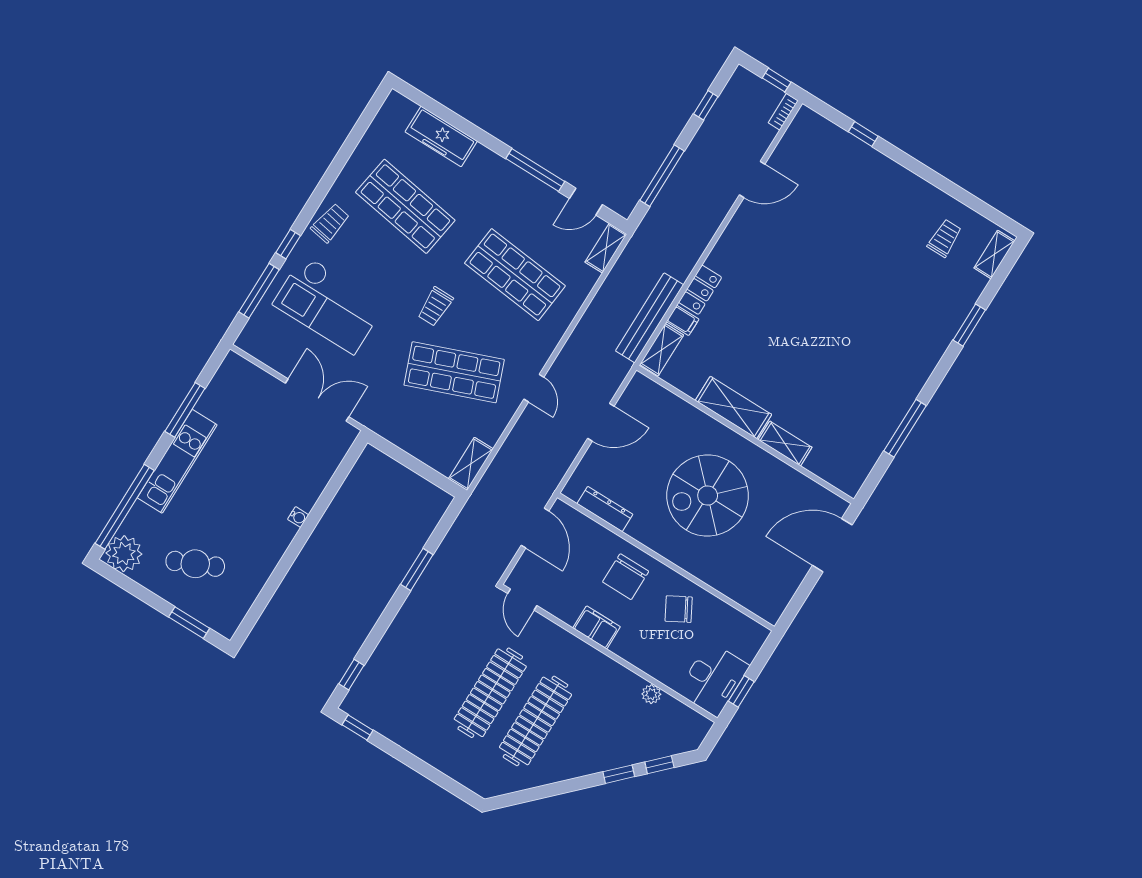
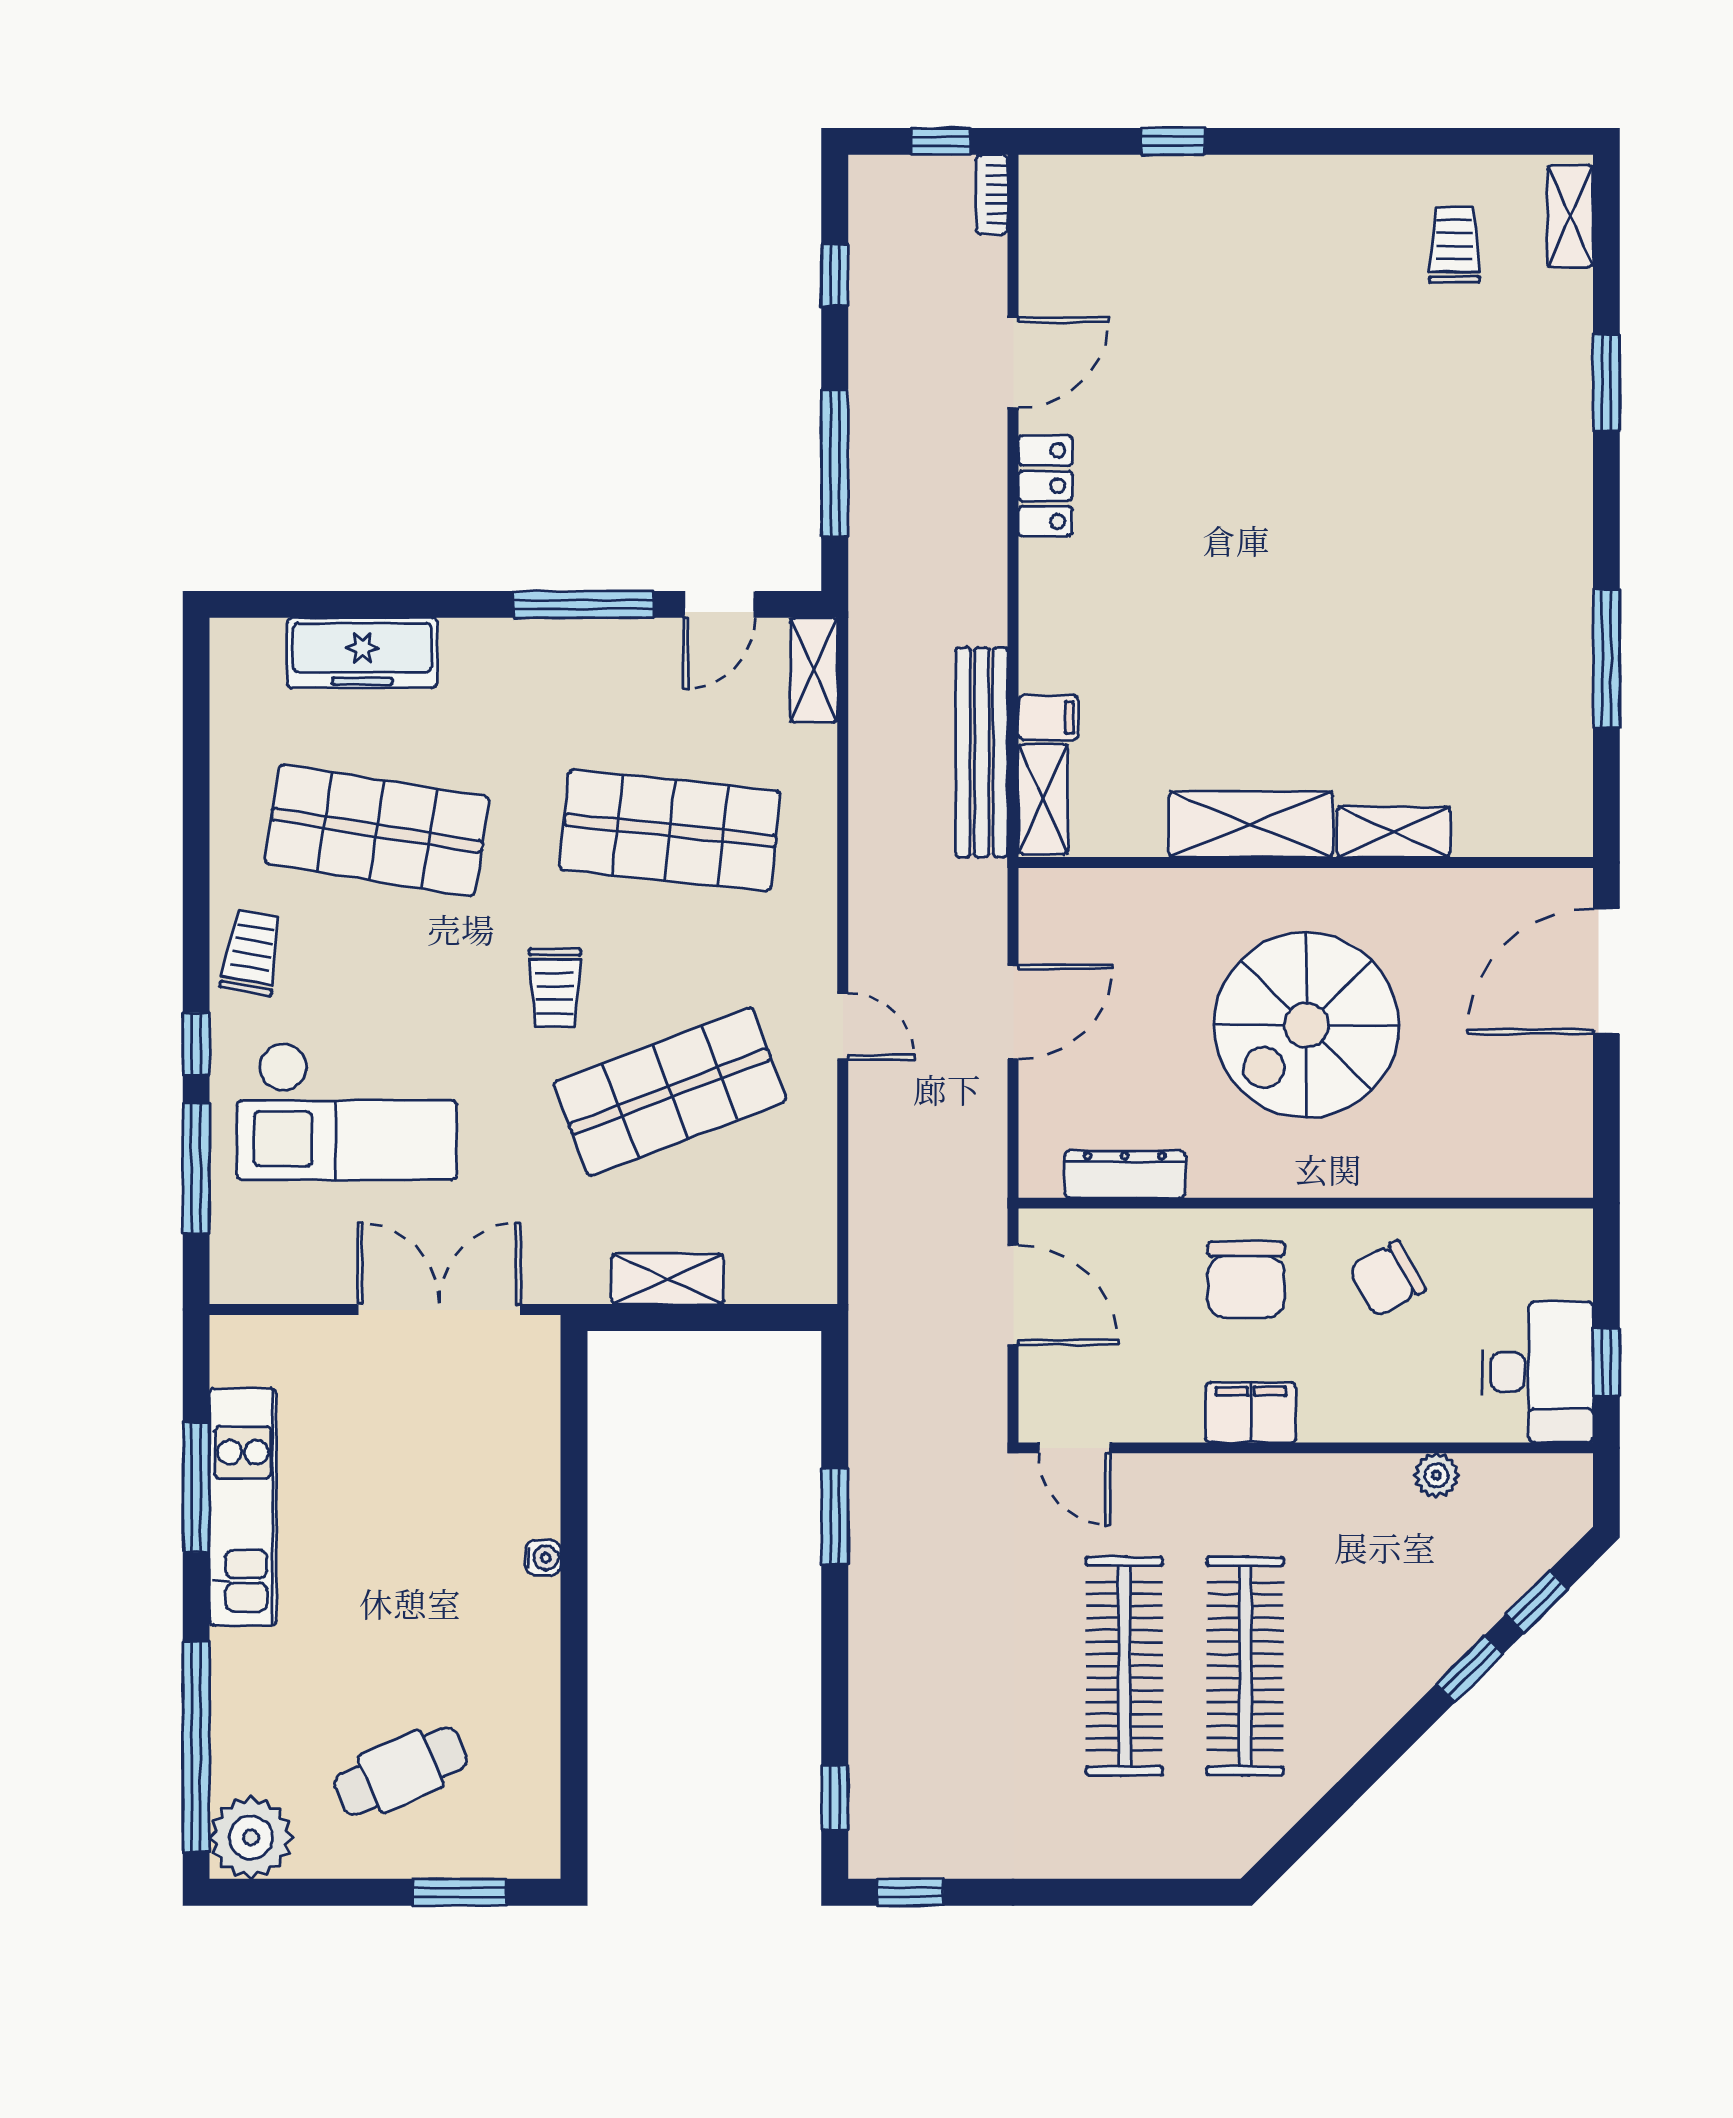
locker: (700, 290) -> (1045, 486), moved
kitchen unit: (177, 461) -> (243, 1507), moved
shelving: (471, 464) -> (668, 1279), moved, turned 90

